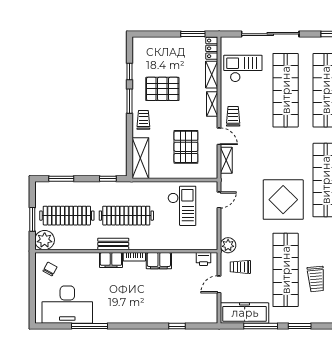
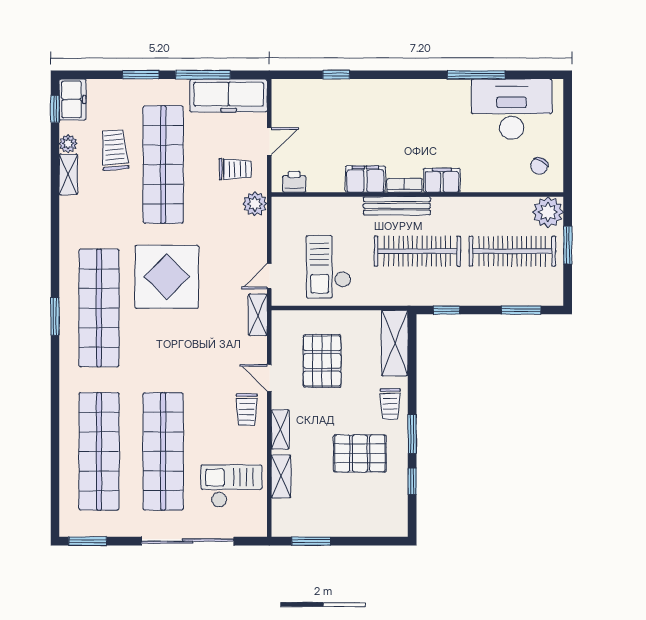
locker: (212, 48) -> (281, 518), removed
checkout: (243, 69) -> (231, 486), turned 180
shelving: (226, 160) -> (258, 315), moved
bench: (113, 244) -> (397, 206), moved, width x1.36

